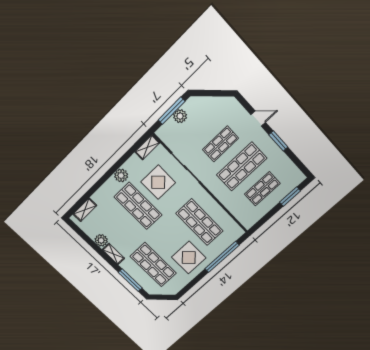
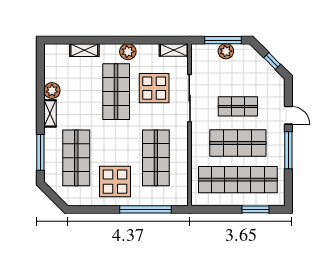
window: (216, 93) -> (272, 61), added
window: (278, 141) -> (288, 150), width x1.44
shop shelf: (262, 189) -> (238, 180), width x2.00, depth x1.36
shelving: (85, 210) -> (84, 50), moved

